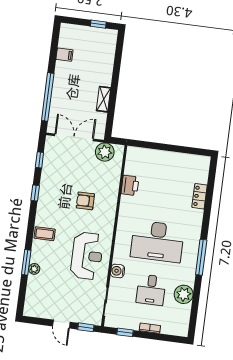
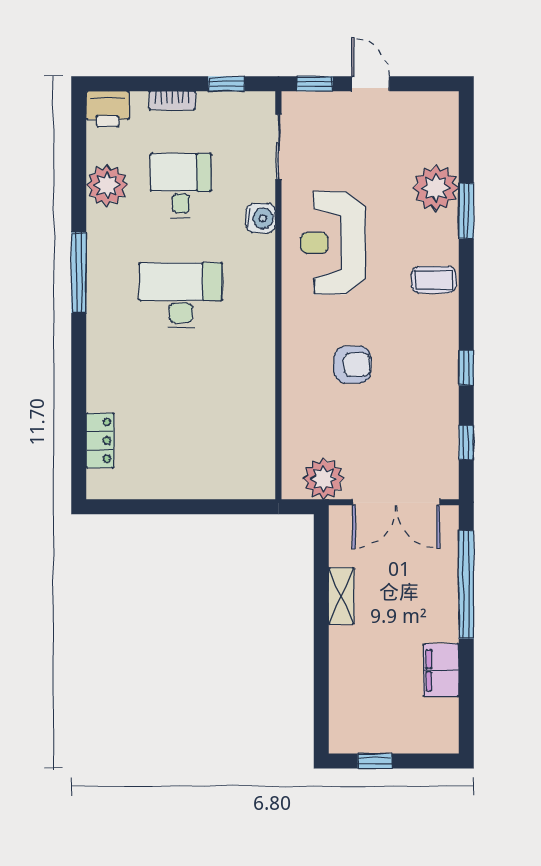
filing cabinet: (64, 55) -> (441, 670), width x2.00
printer: (130, 185) -> (108, 109), moved, turned -90
locker: (200, 196) -> (100, 440), moved
desk: (157, 241) -> (181, 295), width x0.73, depth x0.77
plant: (34, 269) -> (436, 188), width x1.87, depth x1.87

